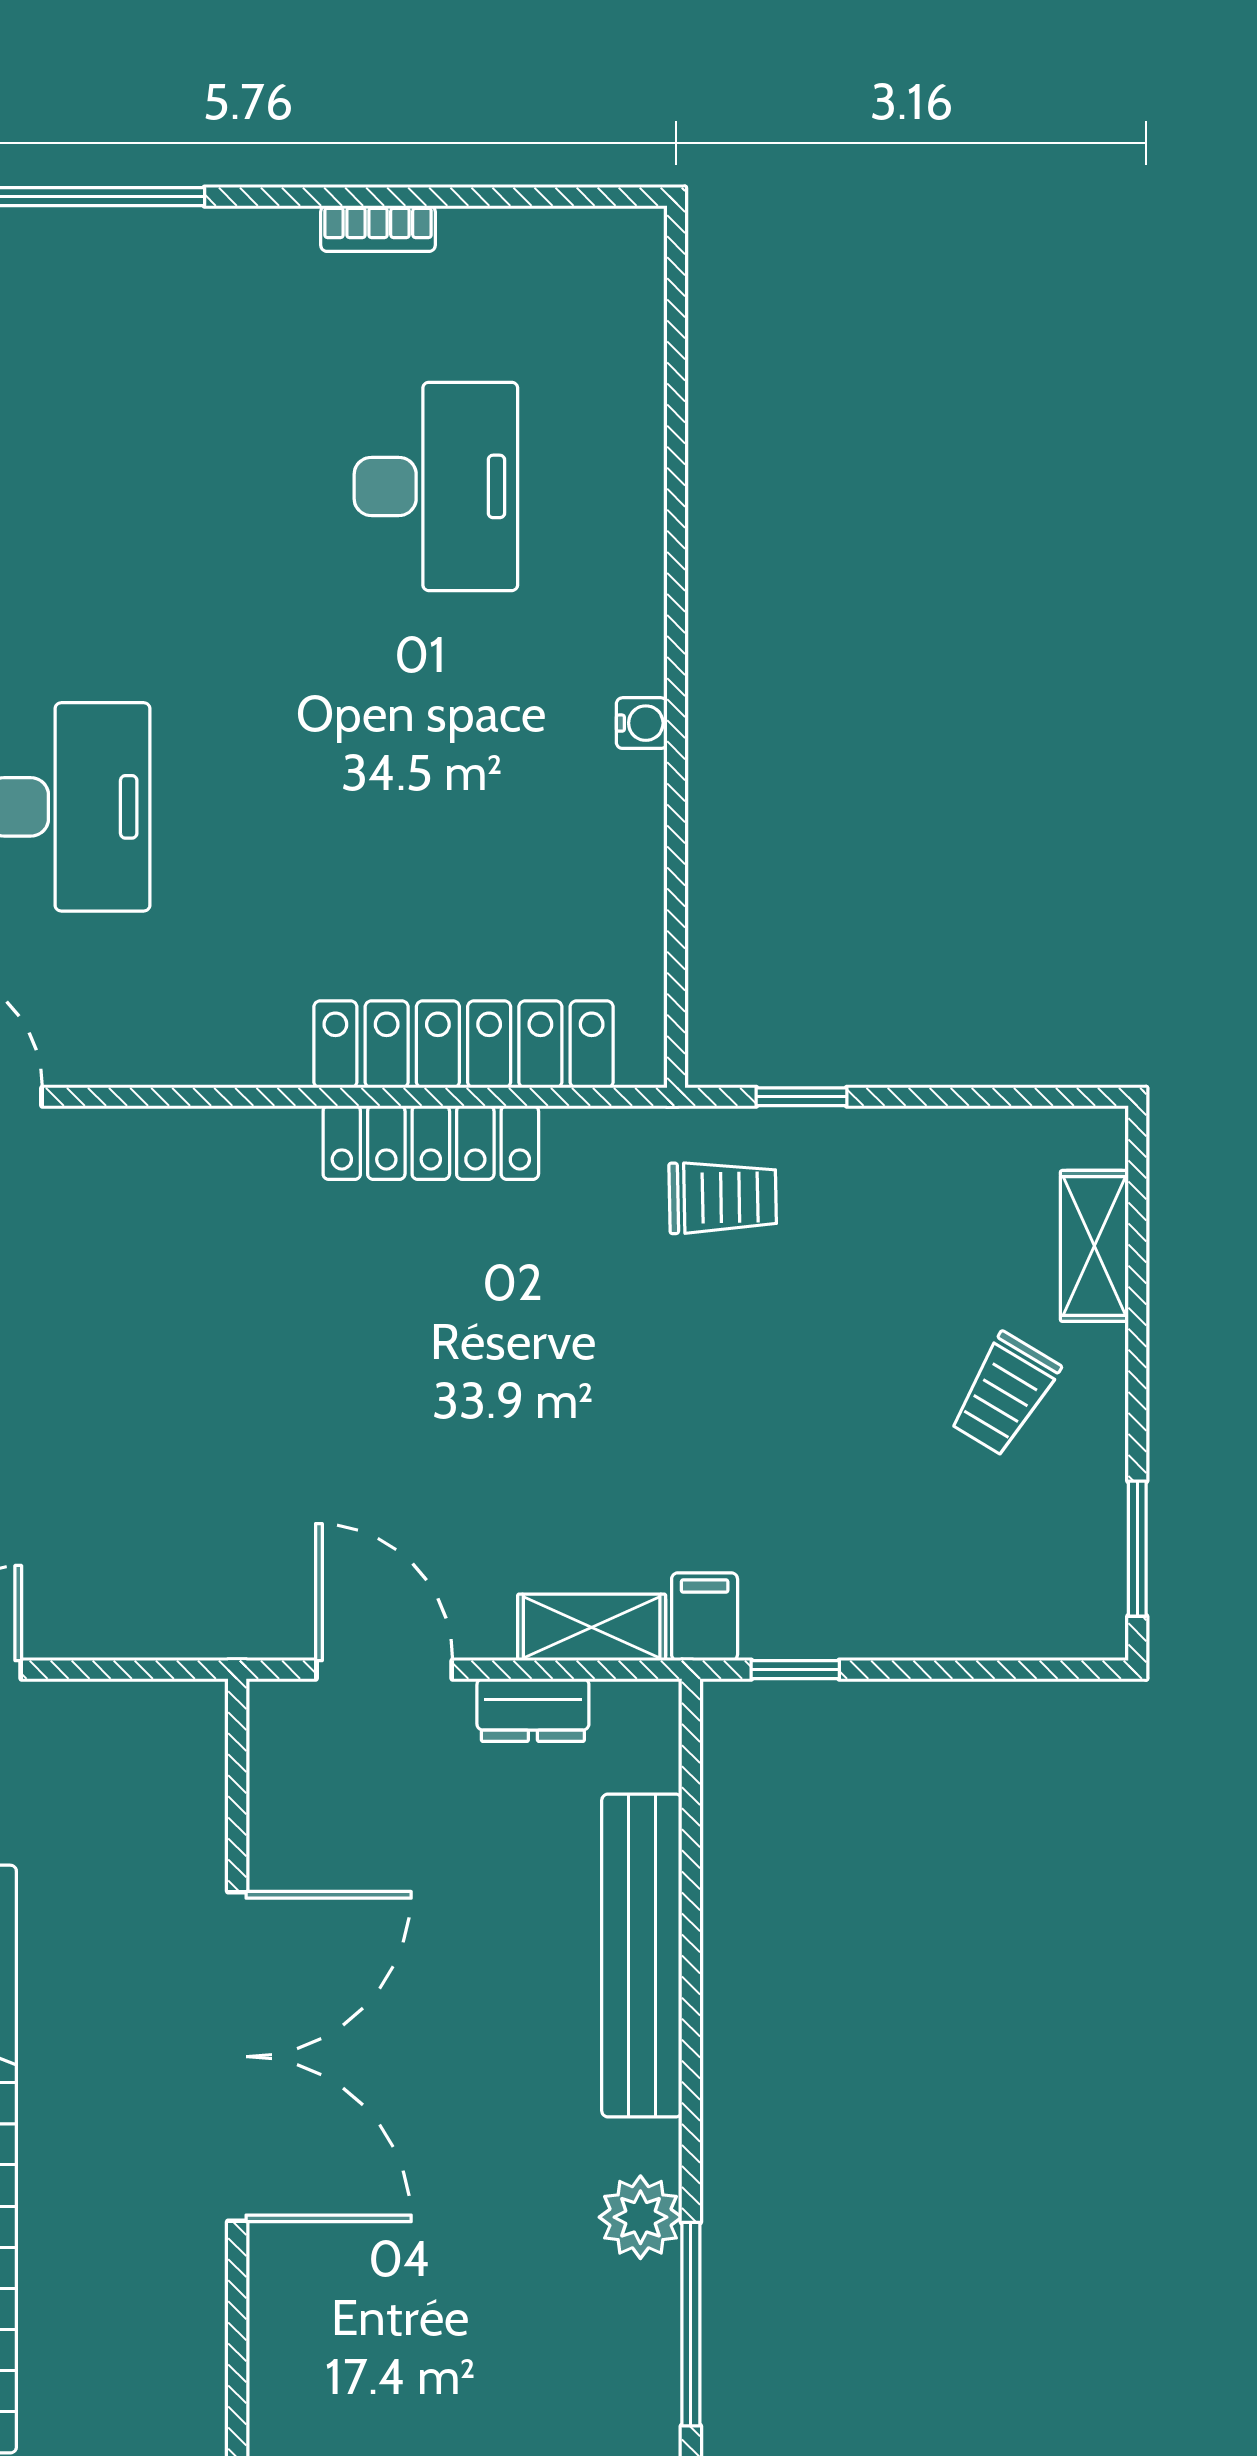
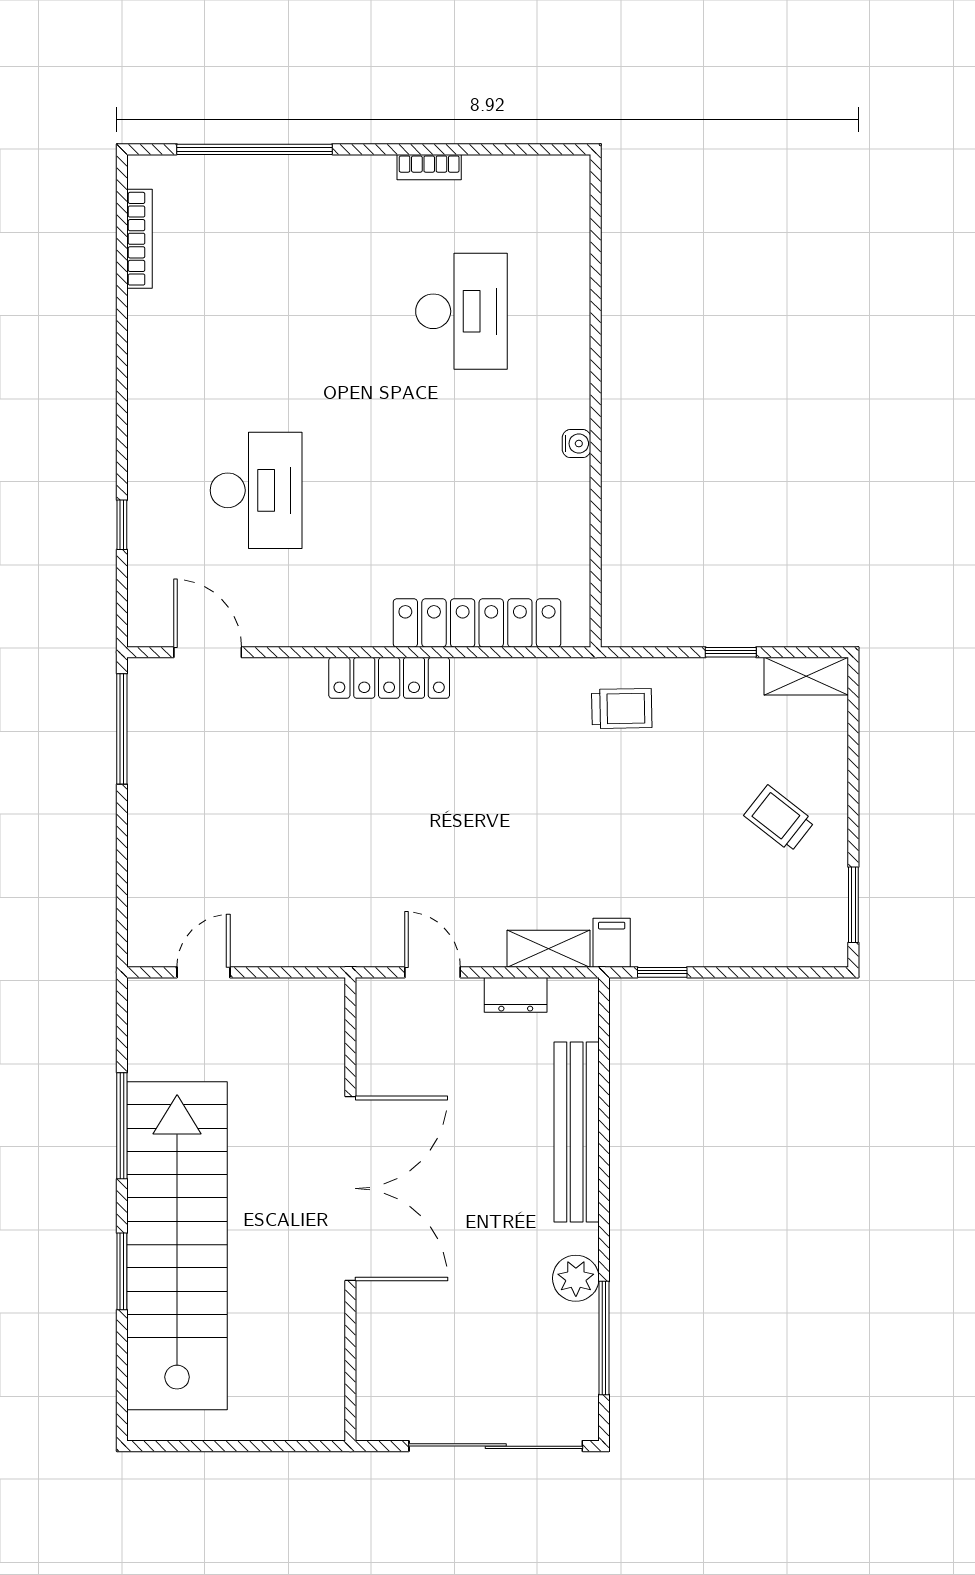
window: (801, 1097) -> (731, 652), moved
locker: (431, 1143) -> (389, 678), moved
shelving: (1094, 1246) -> (806, 676), moved, turned 90
trolley: (1004, 1394) -> (779, 818), turned 97
door: (384, 1670) -> (433, 972), width x0.73

